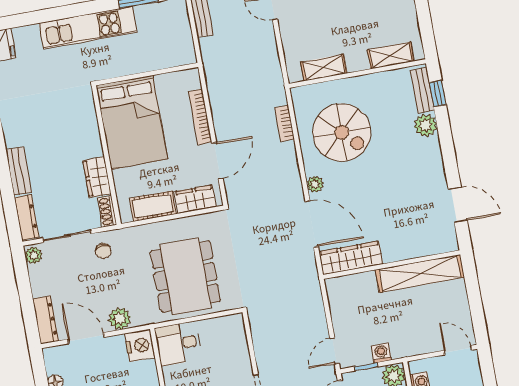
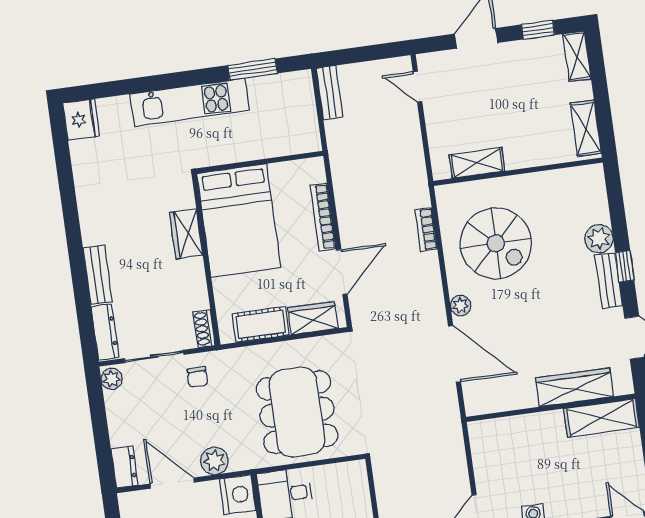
shelving: (391, 55) -> (586, 128), moved, turned 90
bench: (422, 90) -> (609, 281), moved
window: (438, 94) -> (625, 266), moved
wardrobe: (97, 177) -> (186, 234), moved
wardrobe: (351, 258) -> (574, 387), moved
shelving: (420, 274) -> (602, 418), width x0.68
dresser: (46, 320) -> (124, 467), width x0.70

